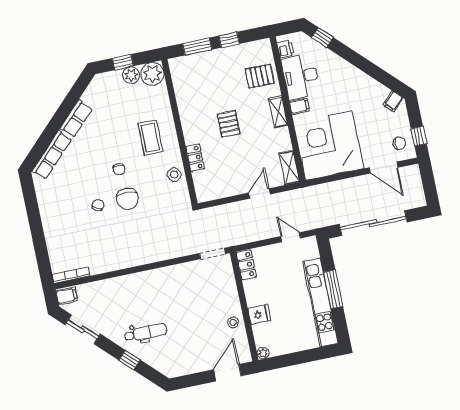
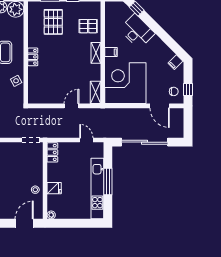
printer: (286, 49) -> (110, 11), removed
desk: (301, 76) -> (137, 31), moved, turned 135
pallet: (229, 124) -> (53, 22), moved, width x1.50, depth x1.42
locker: (195, 158) -> (33, 57), moved

